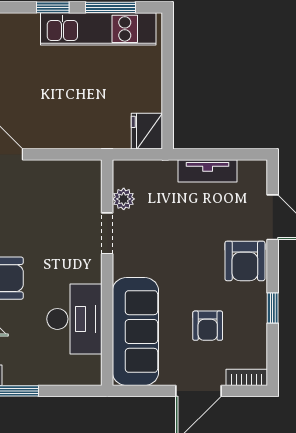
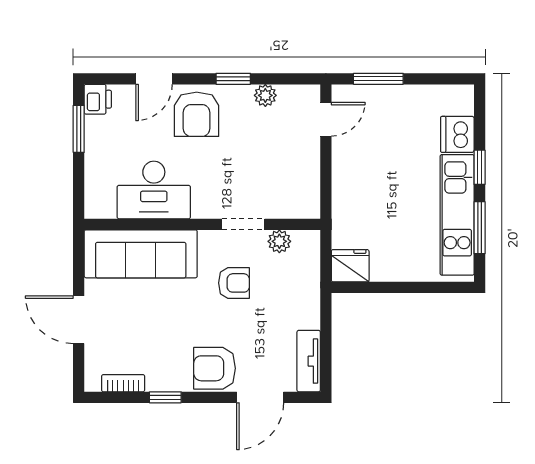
dishwasher: (21, 29) -> (457, 134), added
tv unit: (208, 171) -> (309, 361), moved
armchair: (208, 326) -> (234, 283), moved, turned 180
bookcase: (247, 377) -> (123, 383), moved, turned -90

